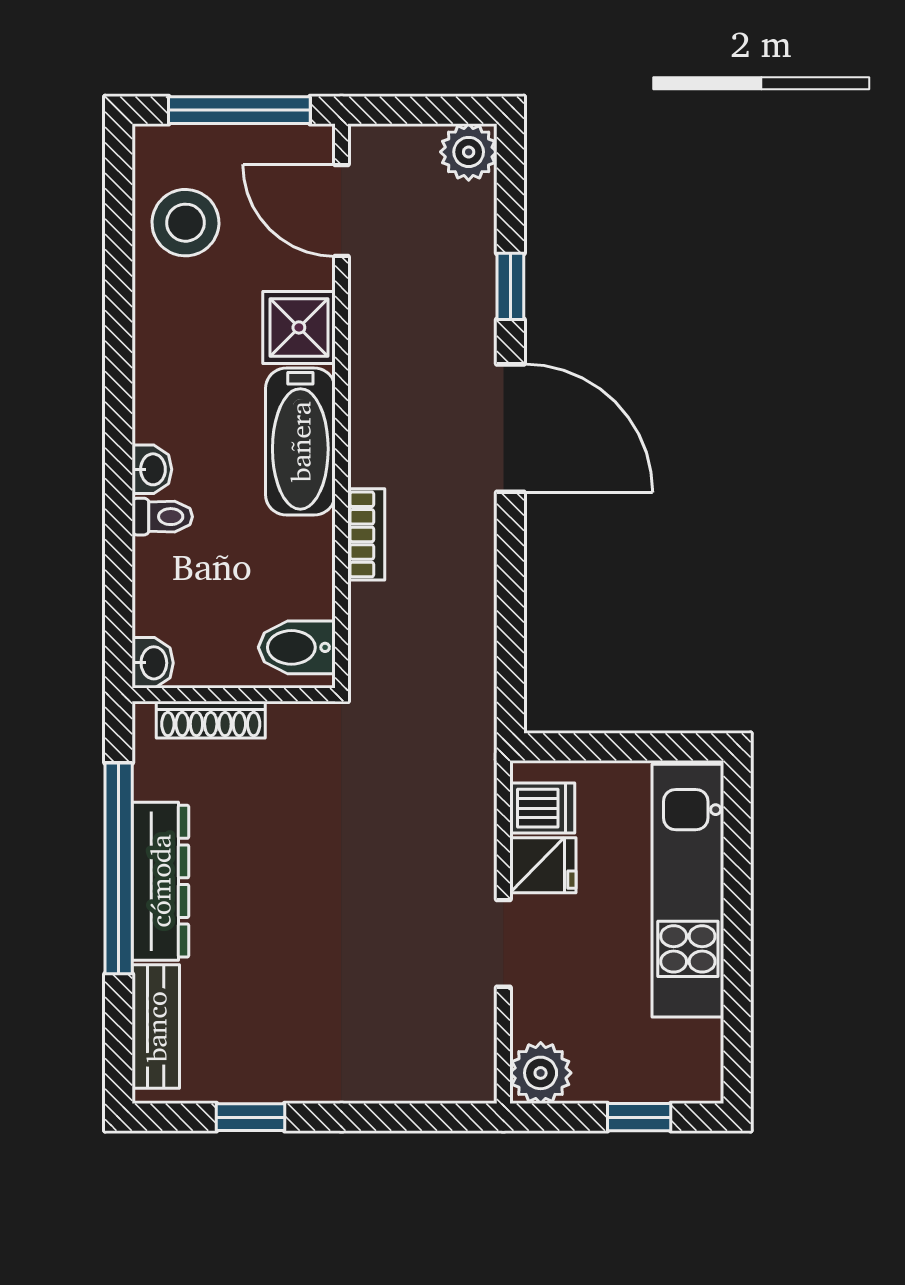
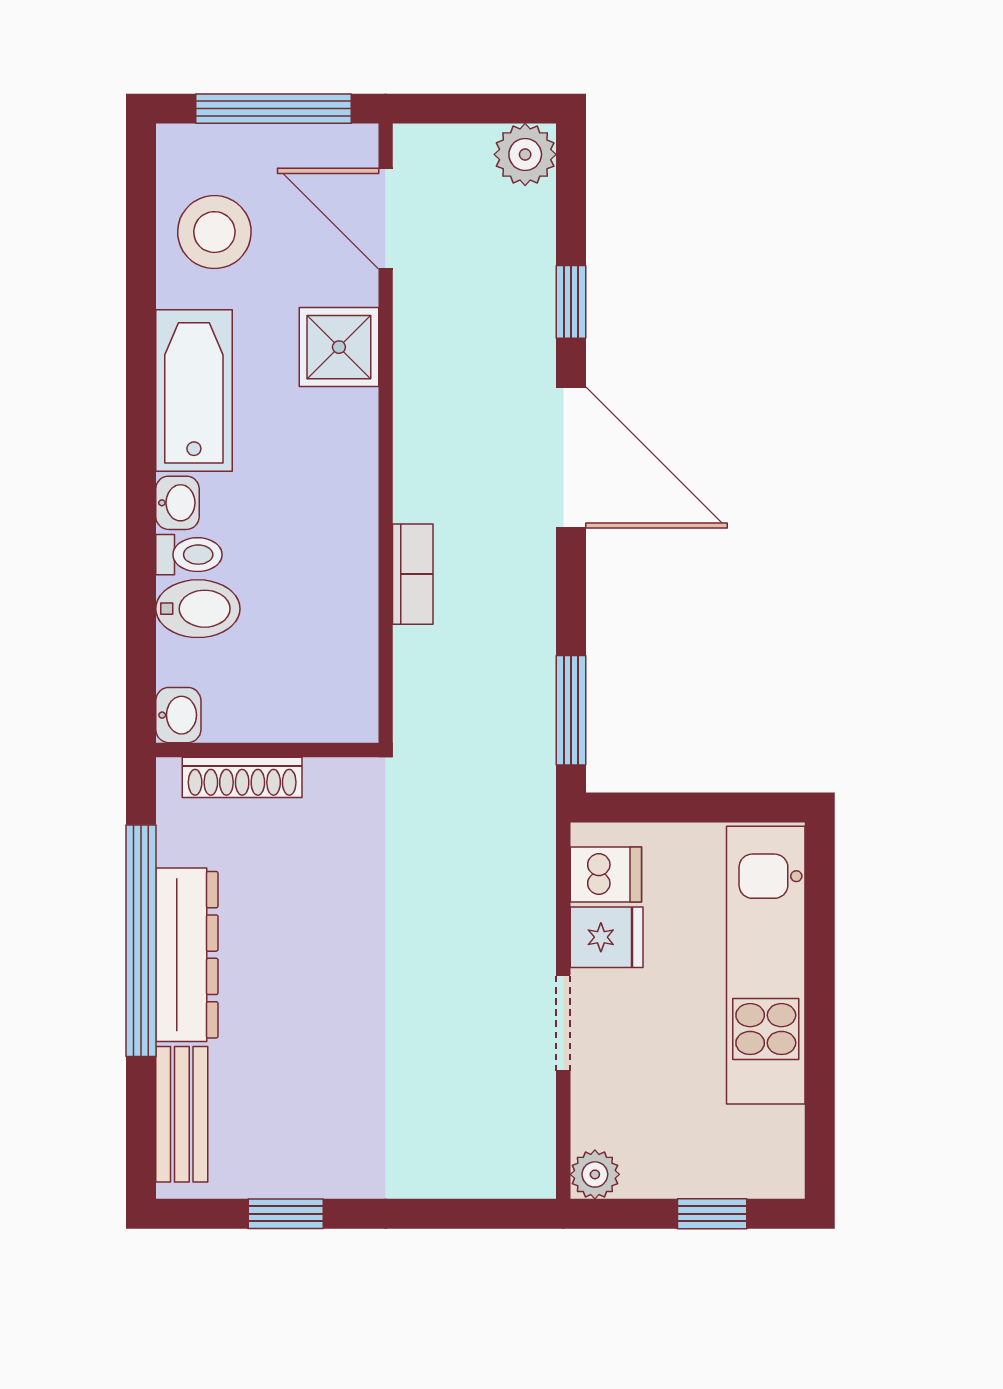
bathtub: (300, 442) -> (194, 390), moved, turned 180
bidet: (297, 647) -> (198, 609), moved, turned 180
window: (510, 658) -> (571, 710), added
plant: (541, 1073) -> (595, 1174), width x0.73, depth x0.73

